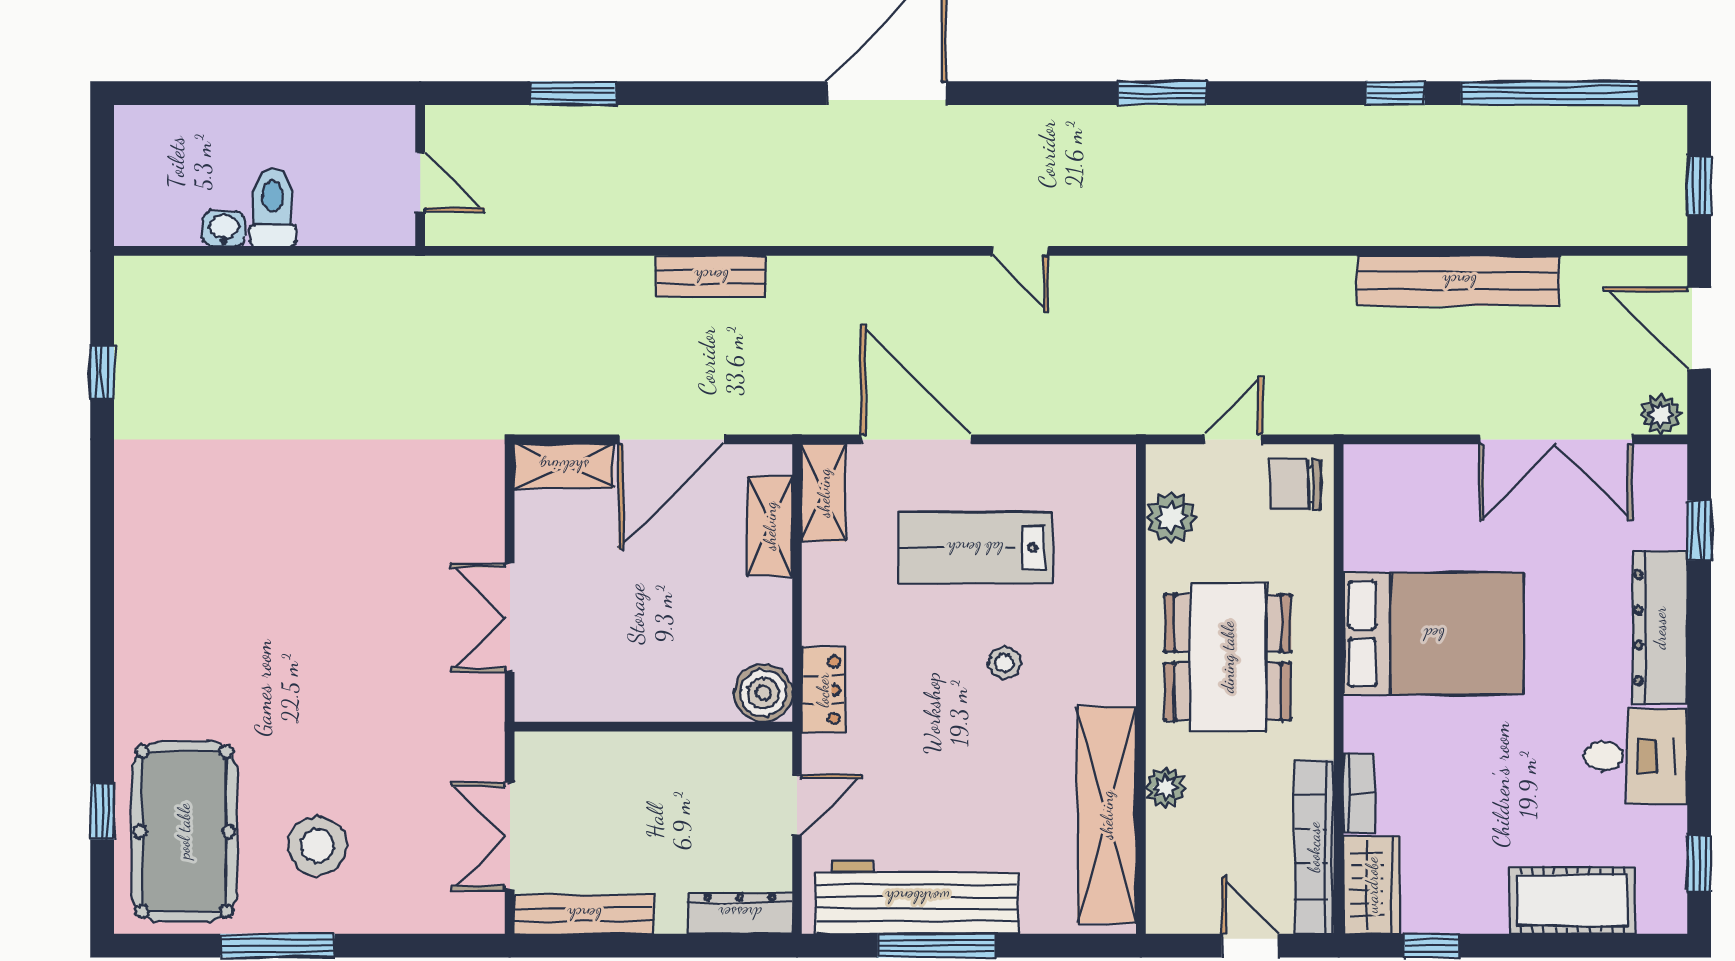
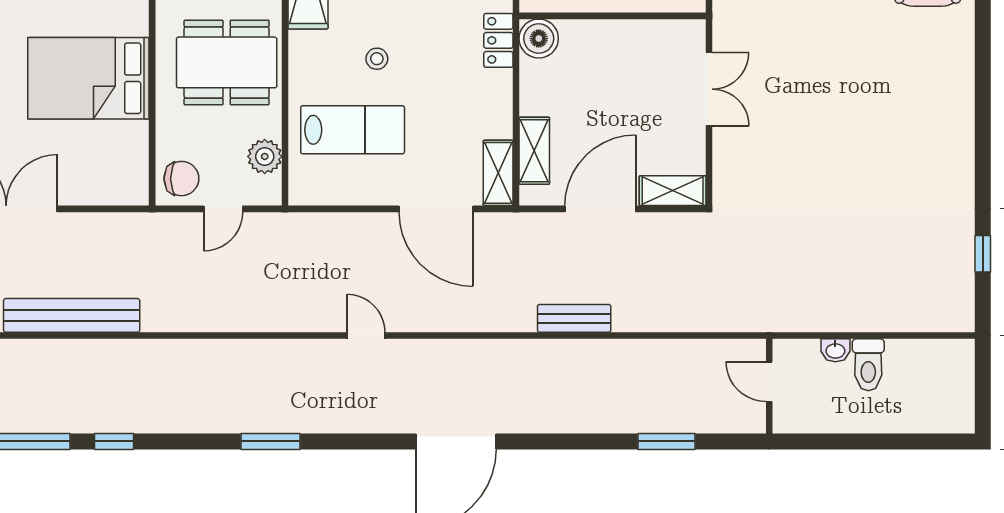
washbasin: (224, 229) -> (835, 350), moved
lab bench: (975, 548) -> (353, 130), moved
dining table: (1228, 657) -> (227, 62), turned 90

